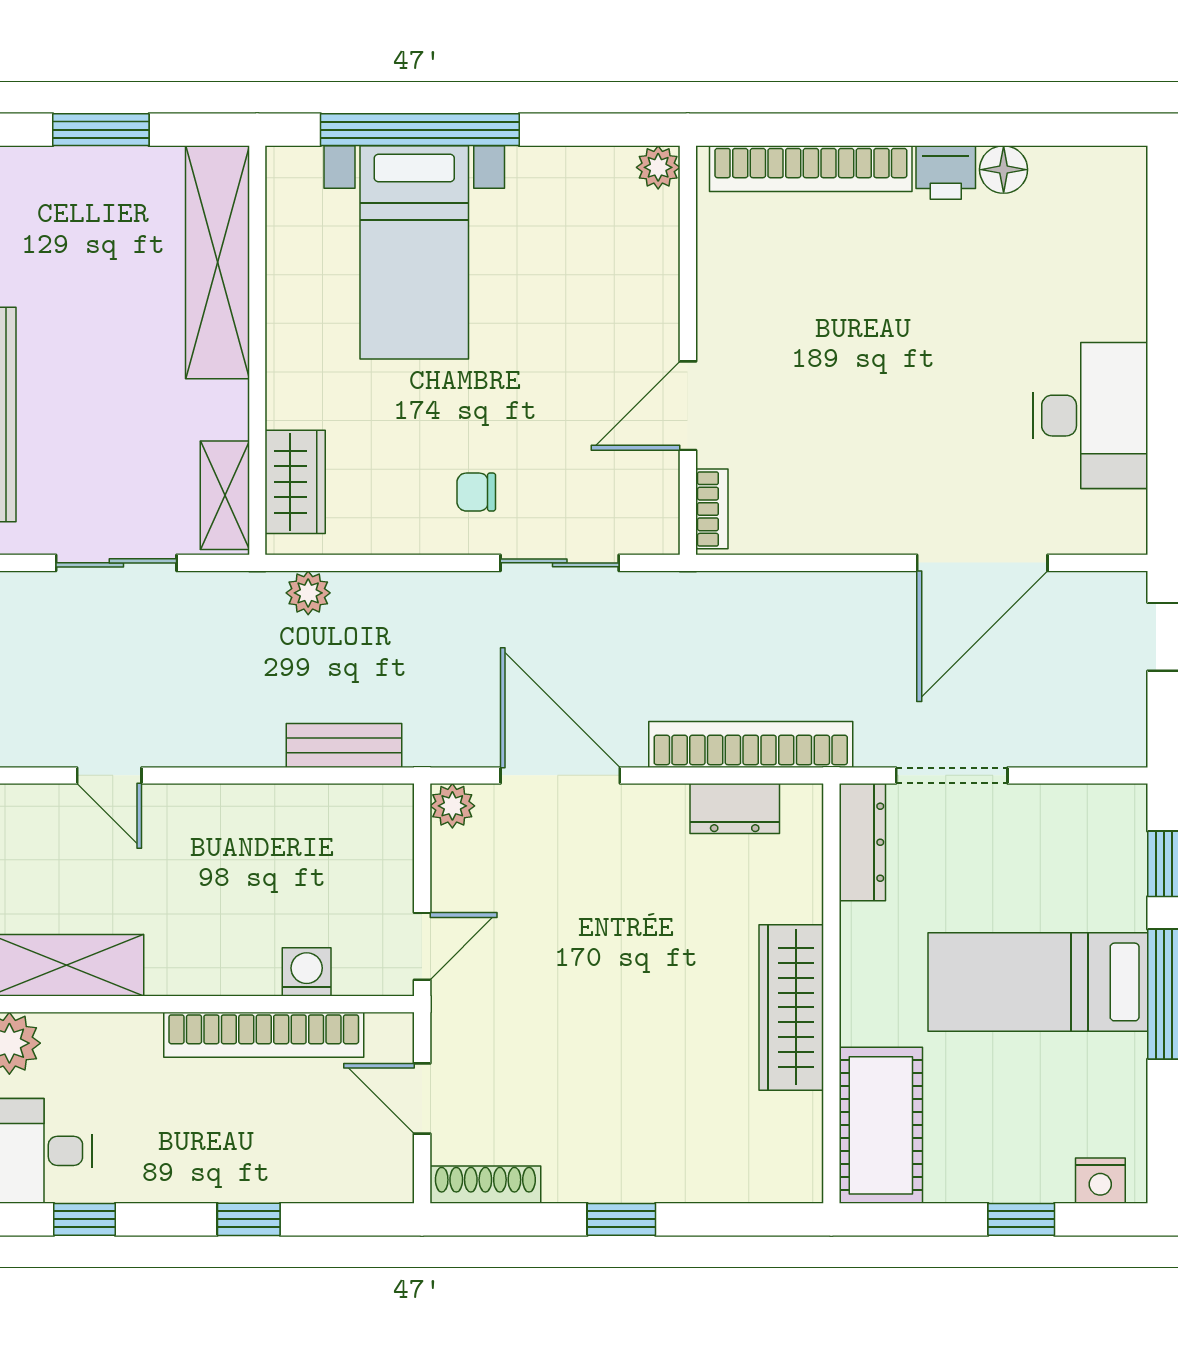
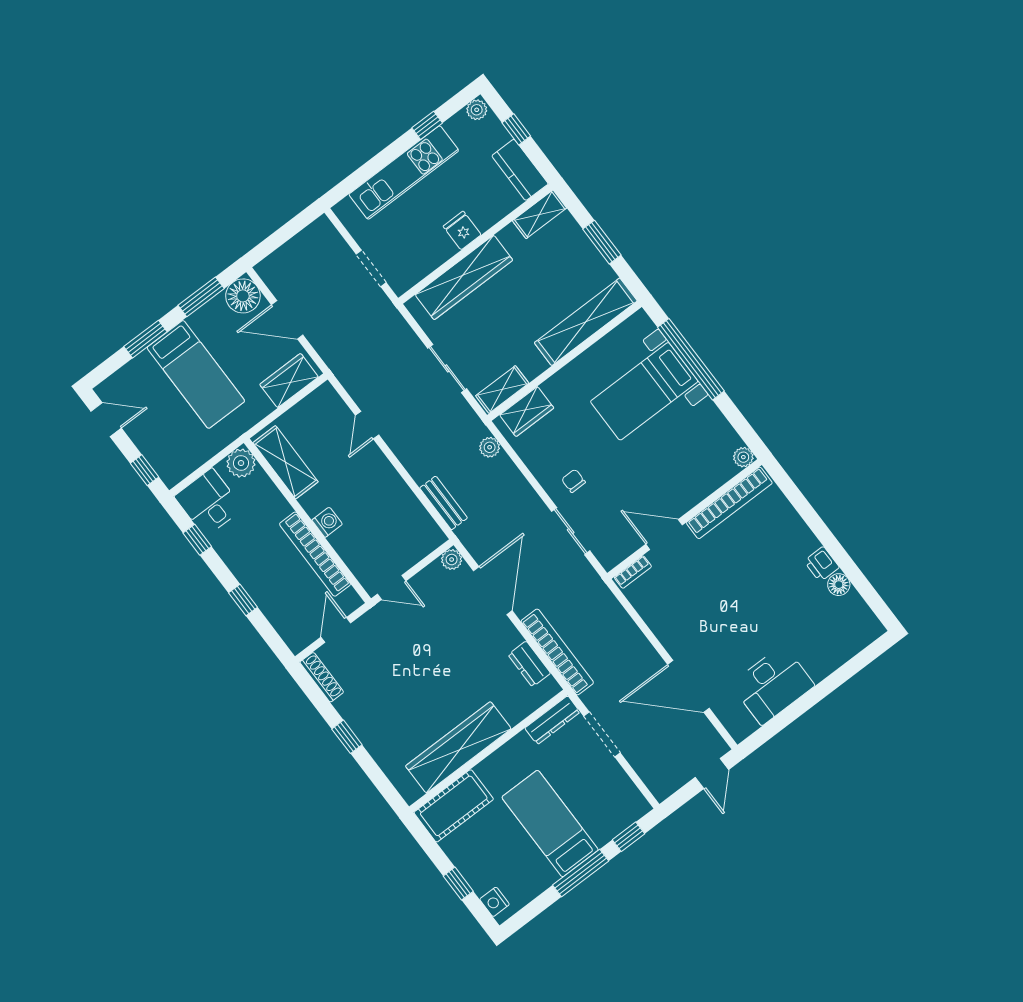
bookcase: (811, 169) -> (729, 503), moved, turned -90
washing machine: (307, 972) -> (327, 522), moved
wardrobe: (791, 1007) -> (458, 747), width x1.40, depth x1.17

